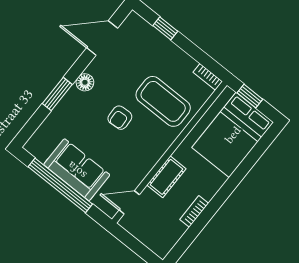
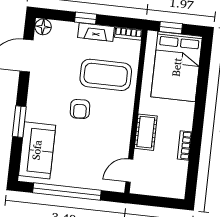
window: (165, 28) -> (86, 18), moved
fireplace: (179, 57) -> (96, 32), added
floor lamp: (85, 82) -> (43, 27), moved
sofa: (77, 170) -> (37, 150), moved, turned 90

